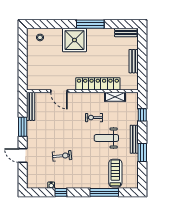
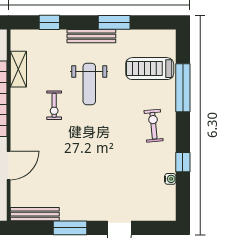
exercise bike: (62, 156) -> (154, 126), moved

